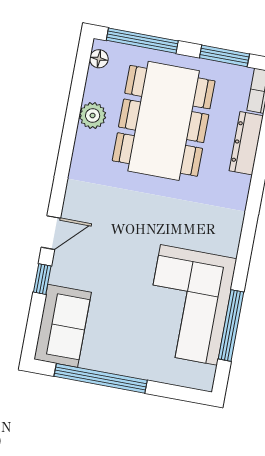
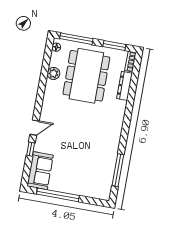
corner sofa: (189, 305) -> (98, 161), removed

